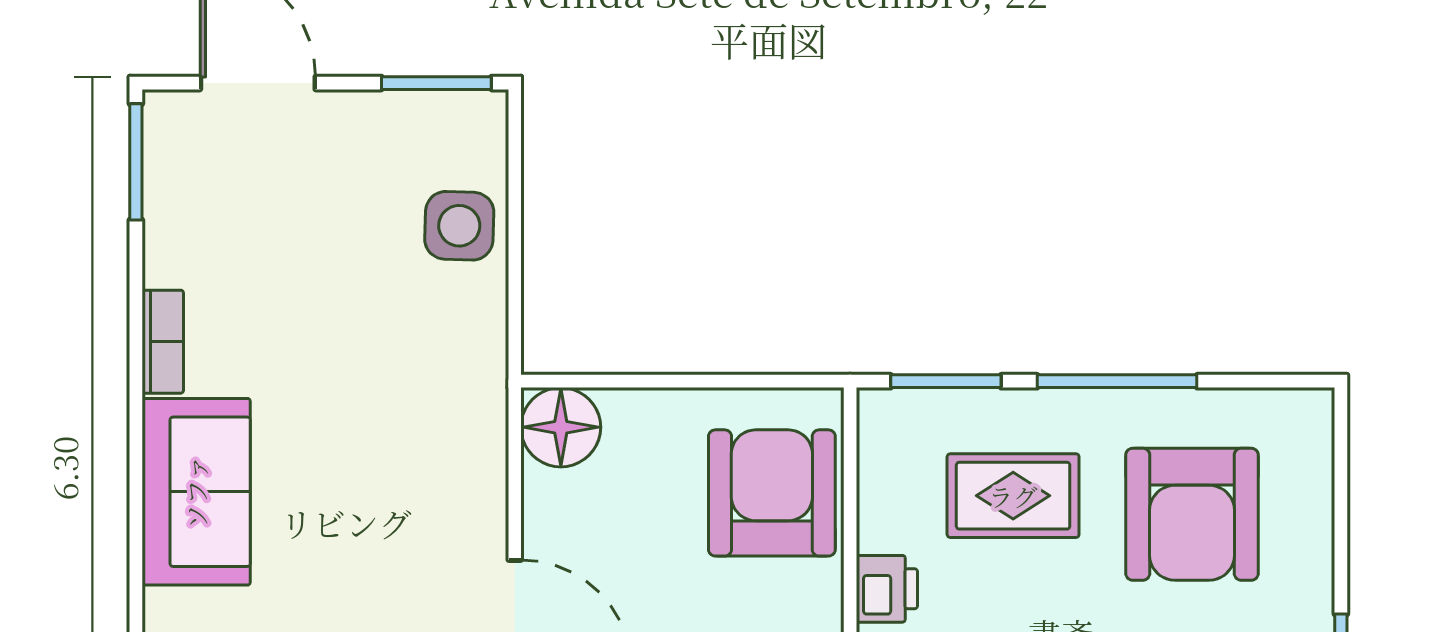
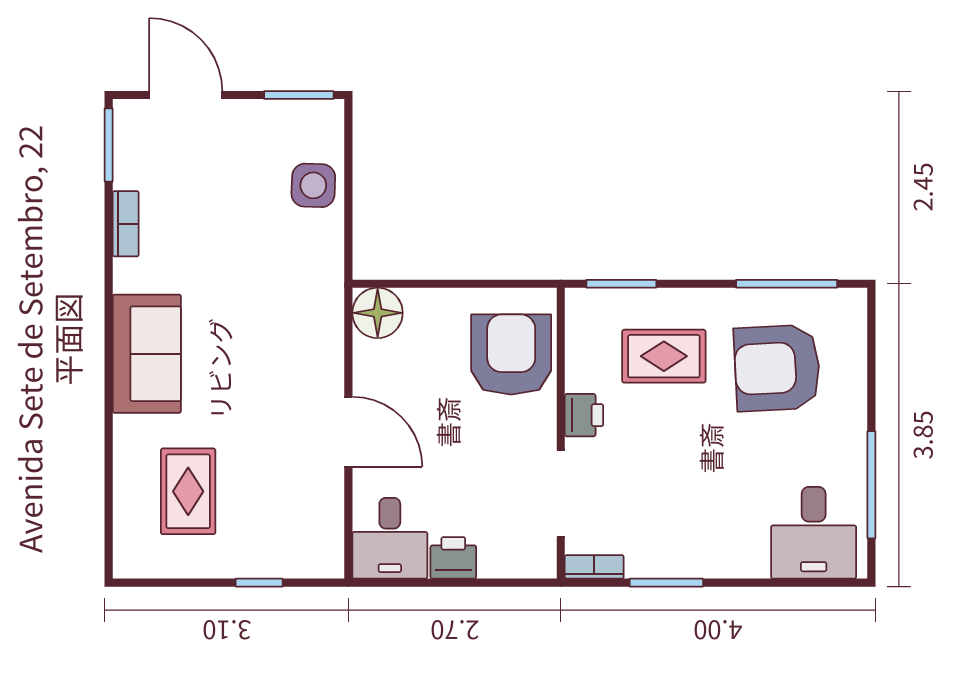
bookcase: (163, 342) -> (126, 224), moved
window: (1117, 381) -> (787, 284), moved
armchair: (1192, 514) -> (777, 368), turned 87

